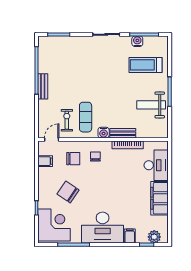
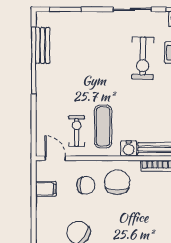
exercise bike: (114, 69) -> (143, 58), added
bench: (43, 86) -> (43, 45), moved
door: (52, 140) -> (55, 158), hinge flipped
chair: (95, 157) -> (117, 182), width x1.87, depth x1.87

